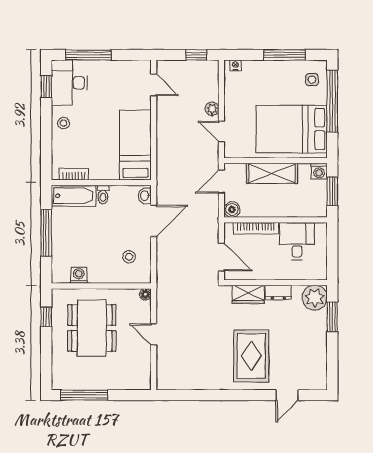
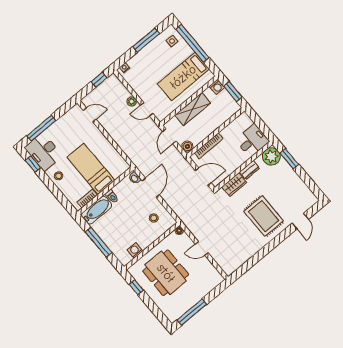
bed: (292, 129) -> (183, 77), width x0.67
bed: (135, 145) -> (91, 169), moved
desk: (297, 241) -> (252, 141), moved, turned 90

